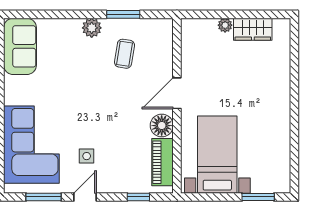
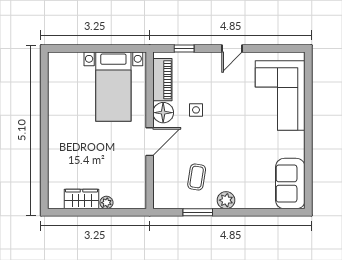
side table: (87, 156) -> (196, 110), moved
window: (44, 197) -> (269, 49), removed
window: (258, 197) -> (77, 49), removed

